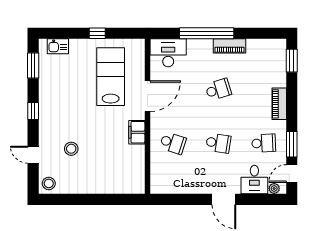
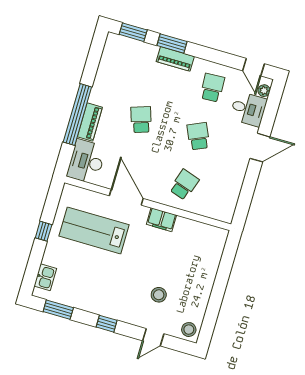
piano: (230, 46) -> (90, 122), moved
school desk: (218, 143) -> (198, 136), turned -33
window: (292, 144) -> (172, 43), moved

